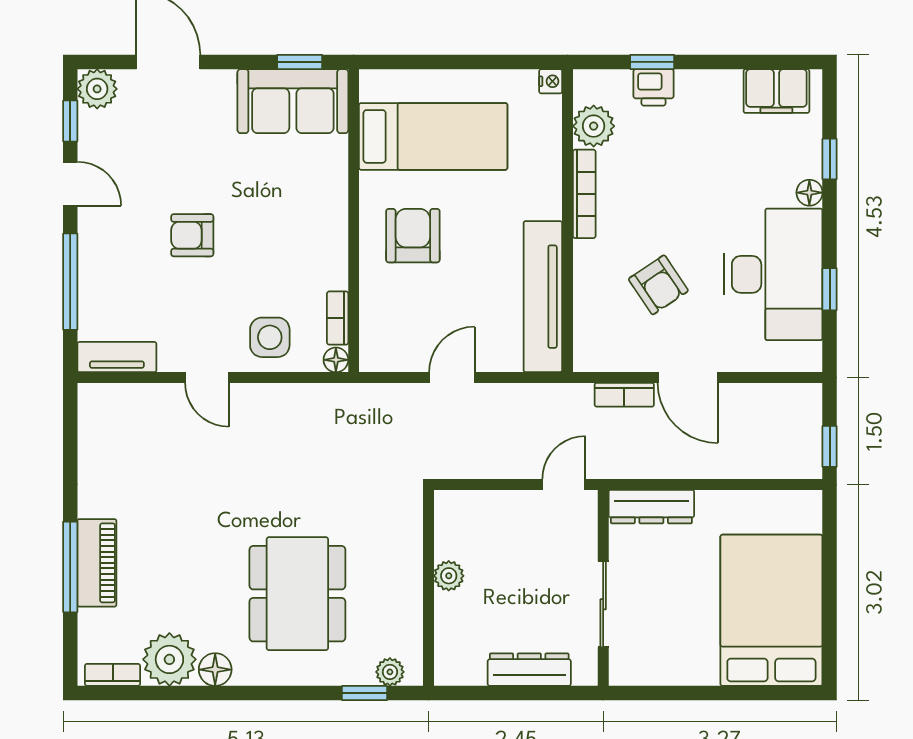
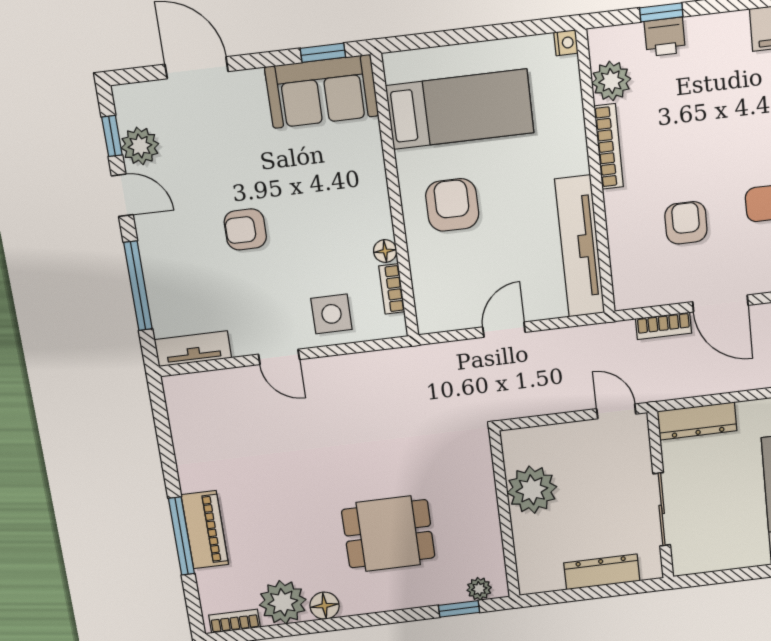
plant: (97, 89) -> (140, 146), moved
armchair: (658, 285) -> (686, 223), turned -146
floor lamp: (336, 360) -> (385, 251), moved
door: (564, 484) -> (616, 411), hinge flipped
plant: (449, 576) -> (532, 490), width x1.88, depth x1.88
dining table: (297, 594) -> (388, 534), width x0.73

